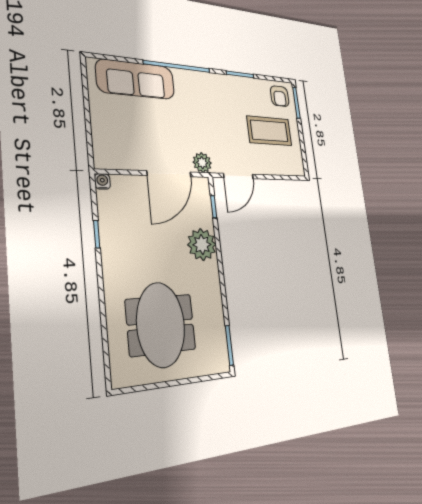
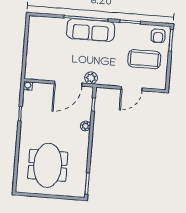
sofa: (136, 79) -> (91, 30), moved
door: (238, 176) -> (132, 89), moved
plant: (202, 245) -> (85, 126), width x0.53, depth x0.53

